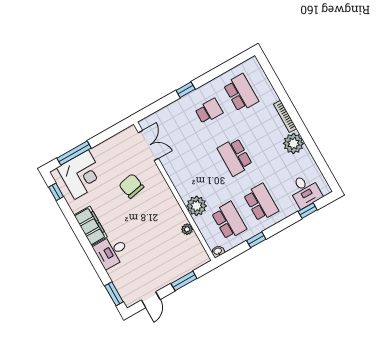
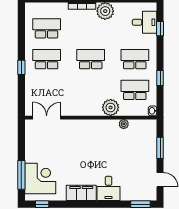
school desk: (209, 111) -> (47, 59), width x1.85
school desk: (235, 157) -> (91, 59), turned 180
chair: (131, 186) -> (69, 147), removed

